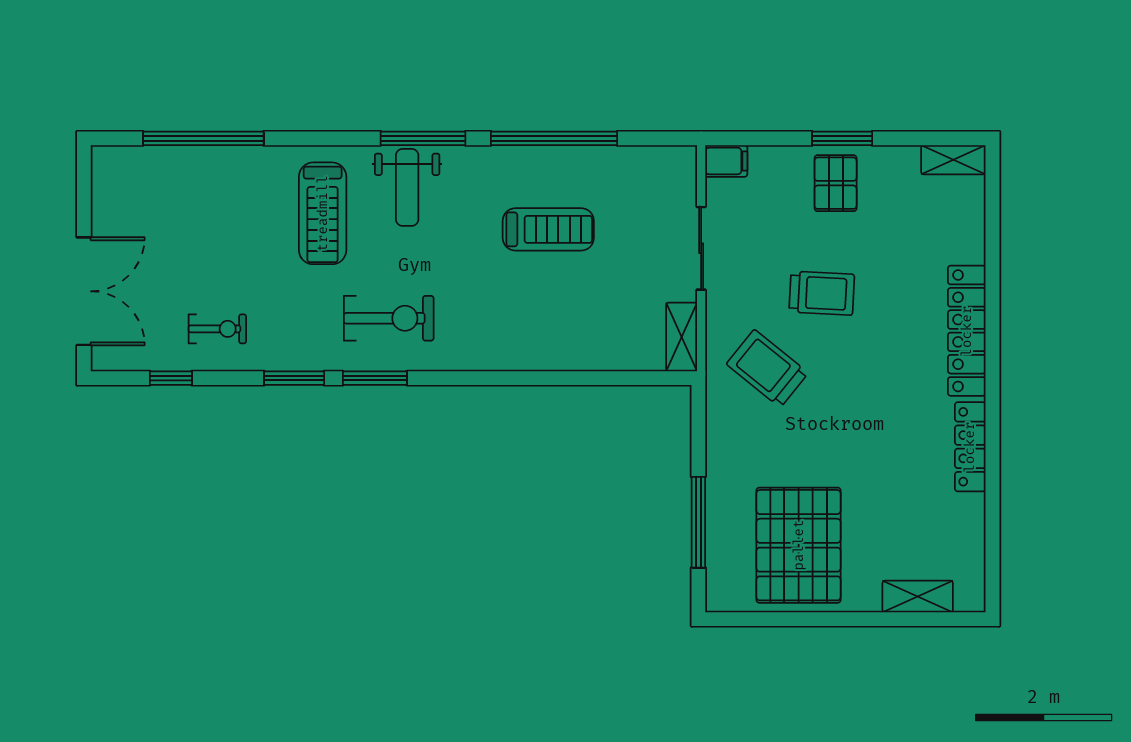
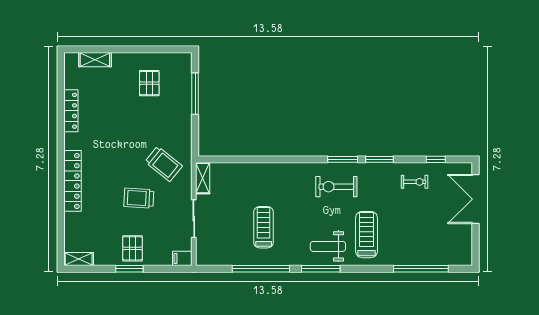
weight bench: (407, 187) -> (328, 246), turned -90
treadmill: (548, 229) -> (264, 227), turned 90
exercise bike: (217, 329) -> (415, 182), turned 180
locker: (970, 447) -> (71, 111), moved
pallet: (799, 545) -> (149, 83), width x0.49, depth x0.50

